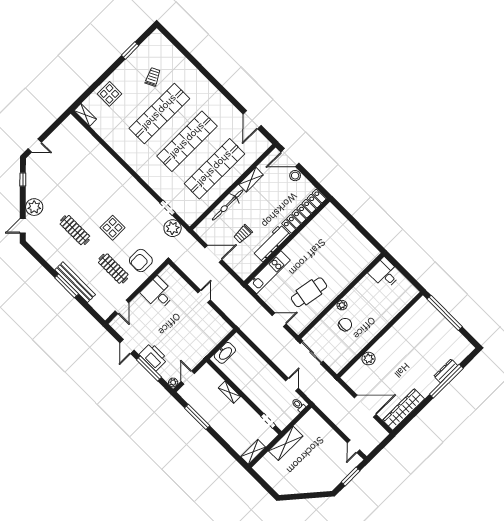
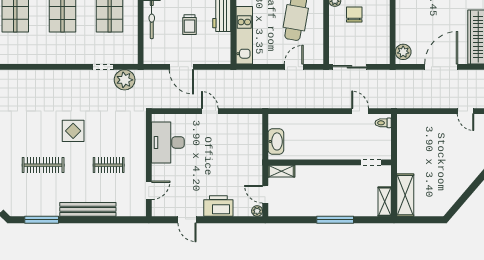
door: (213, 254) -> (181, 67), swing flipped
armchair: (141, 261) -> (125, 135), removed
clothes rail: (113, 269) -> (109, 165), width x0.73
window: (67, 286) -> (42, 220), moved
desk: (158, 293) -> (168, 142), width x1.37
door: (122, 307) -> (149, 190), hinge flipped
plant: (368, 359) -> (403, 52), moved
window: (149, 369) -> (225, 220), removed
shelving: (229, 392) -> (281, 171), moved
window: (197, 417) -> (335, 220), moved
shelving: (286, 443) -> (405, 195), moved

